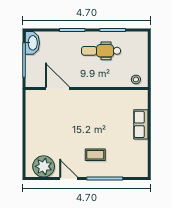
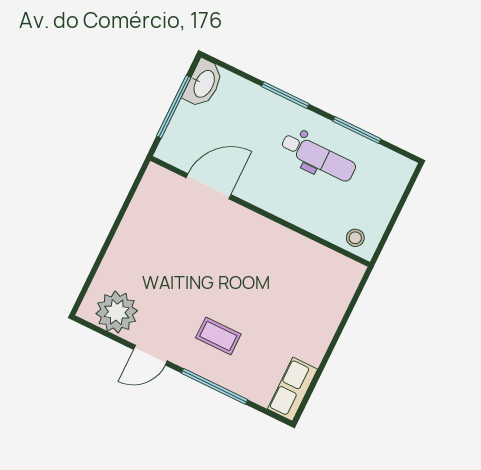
dental chair: (101, 51) -> (318, 157), turned 180
door: (57, 89) -> (208, 186), hinge flipped
row of seats: (141, 124) -> (293, 389), moved
door: (69, 179) -> (150, 355), swing flipped

